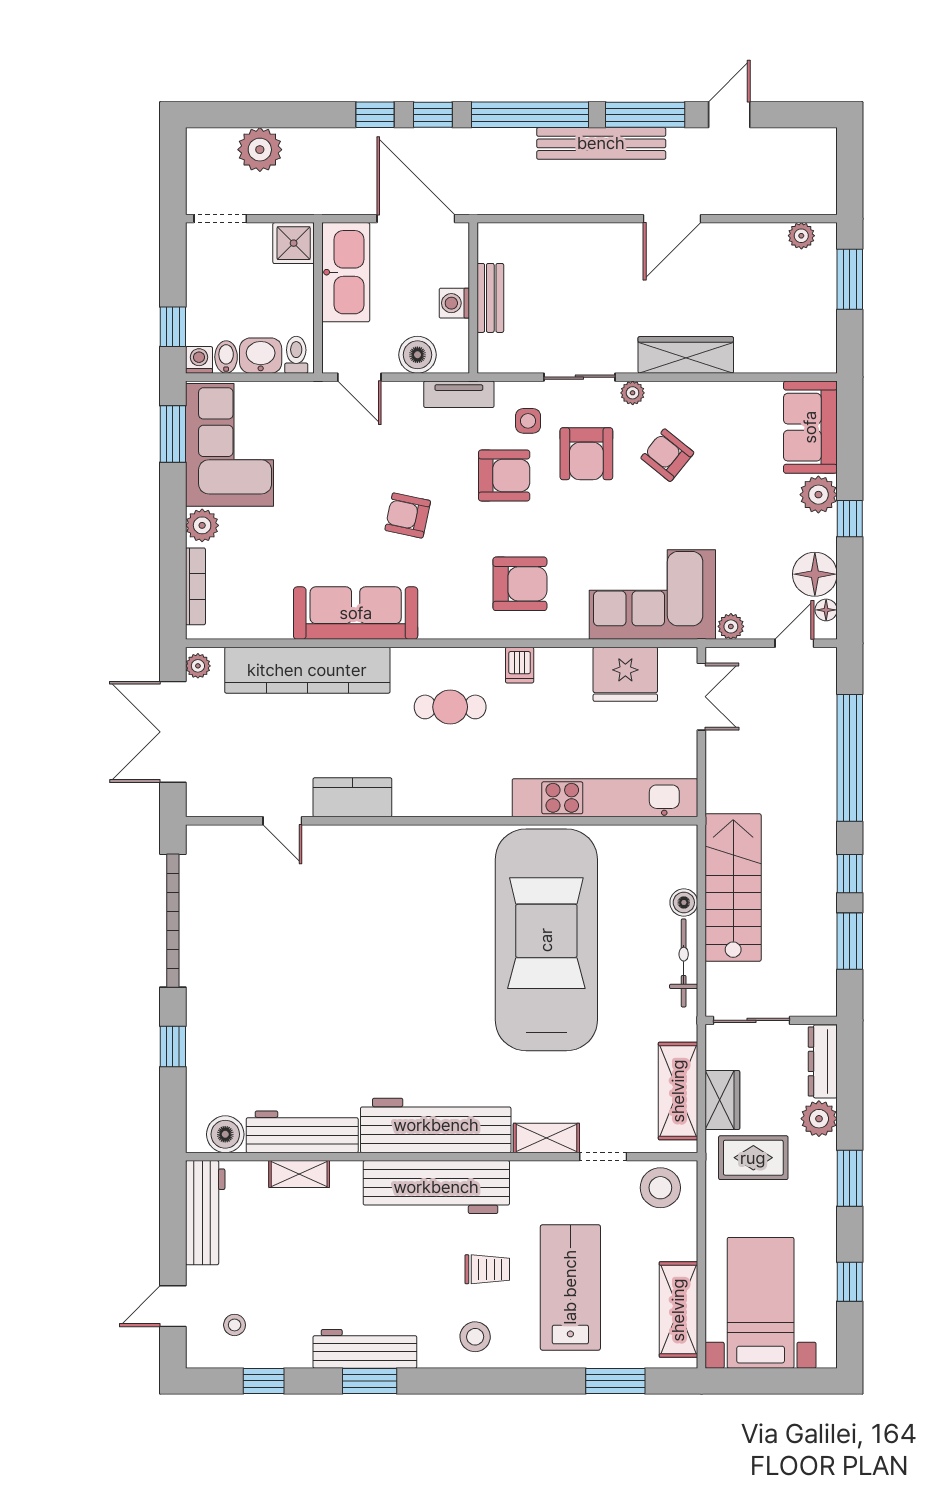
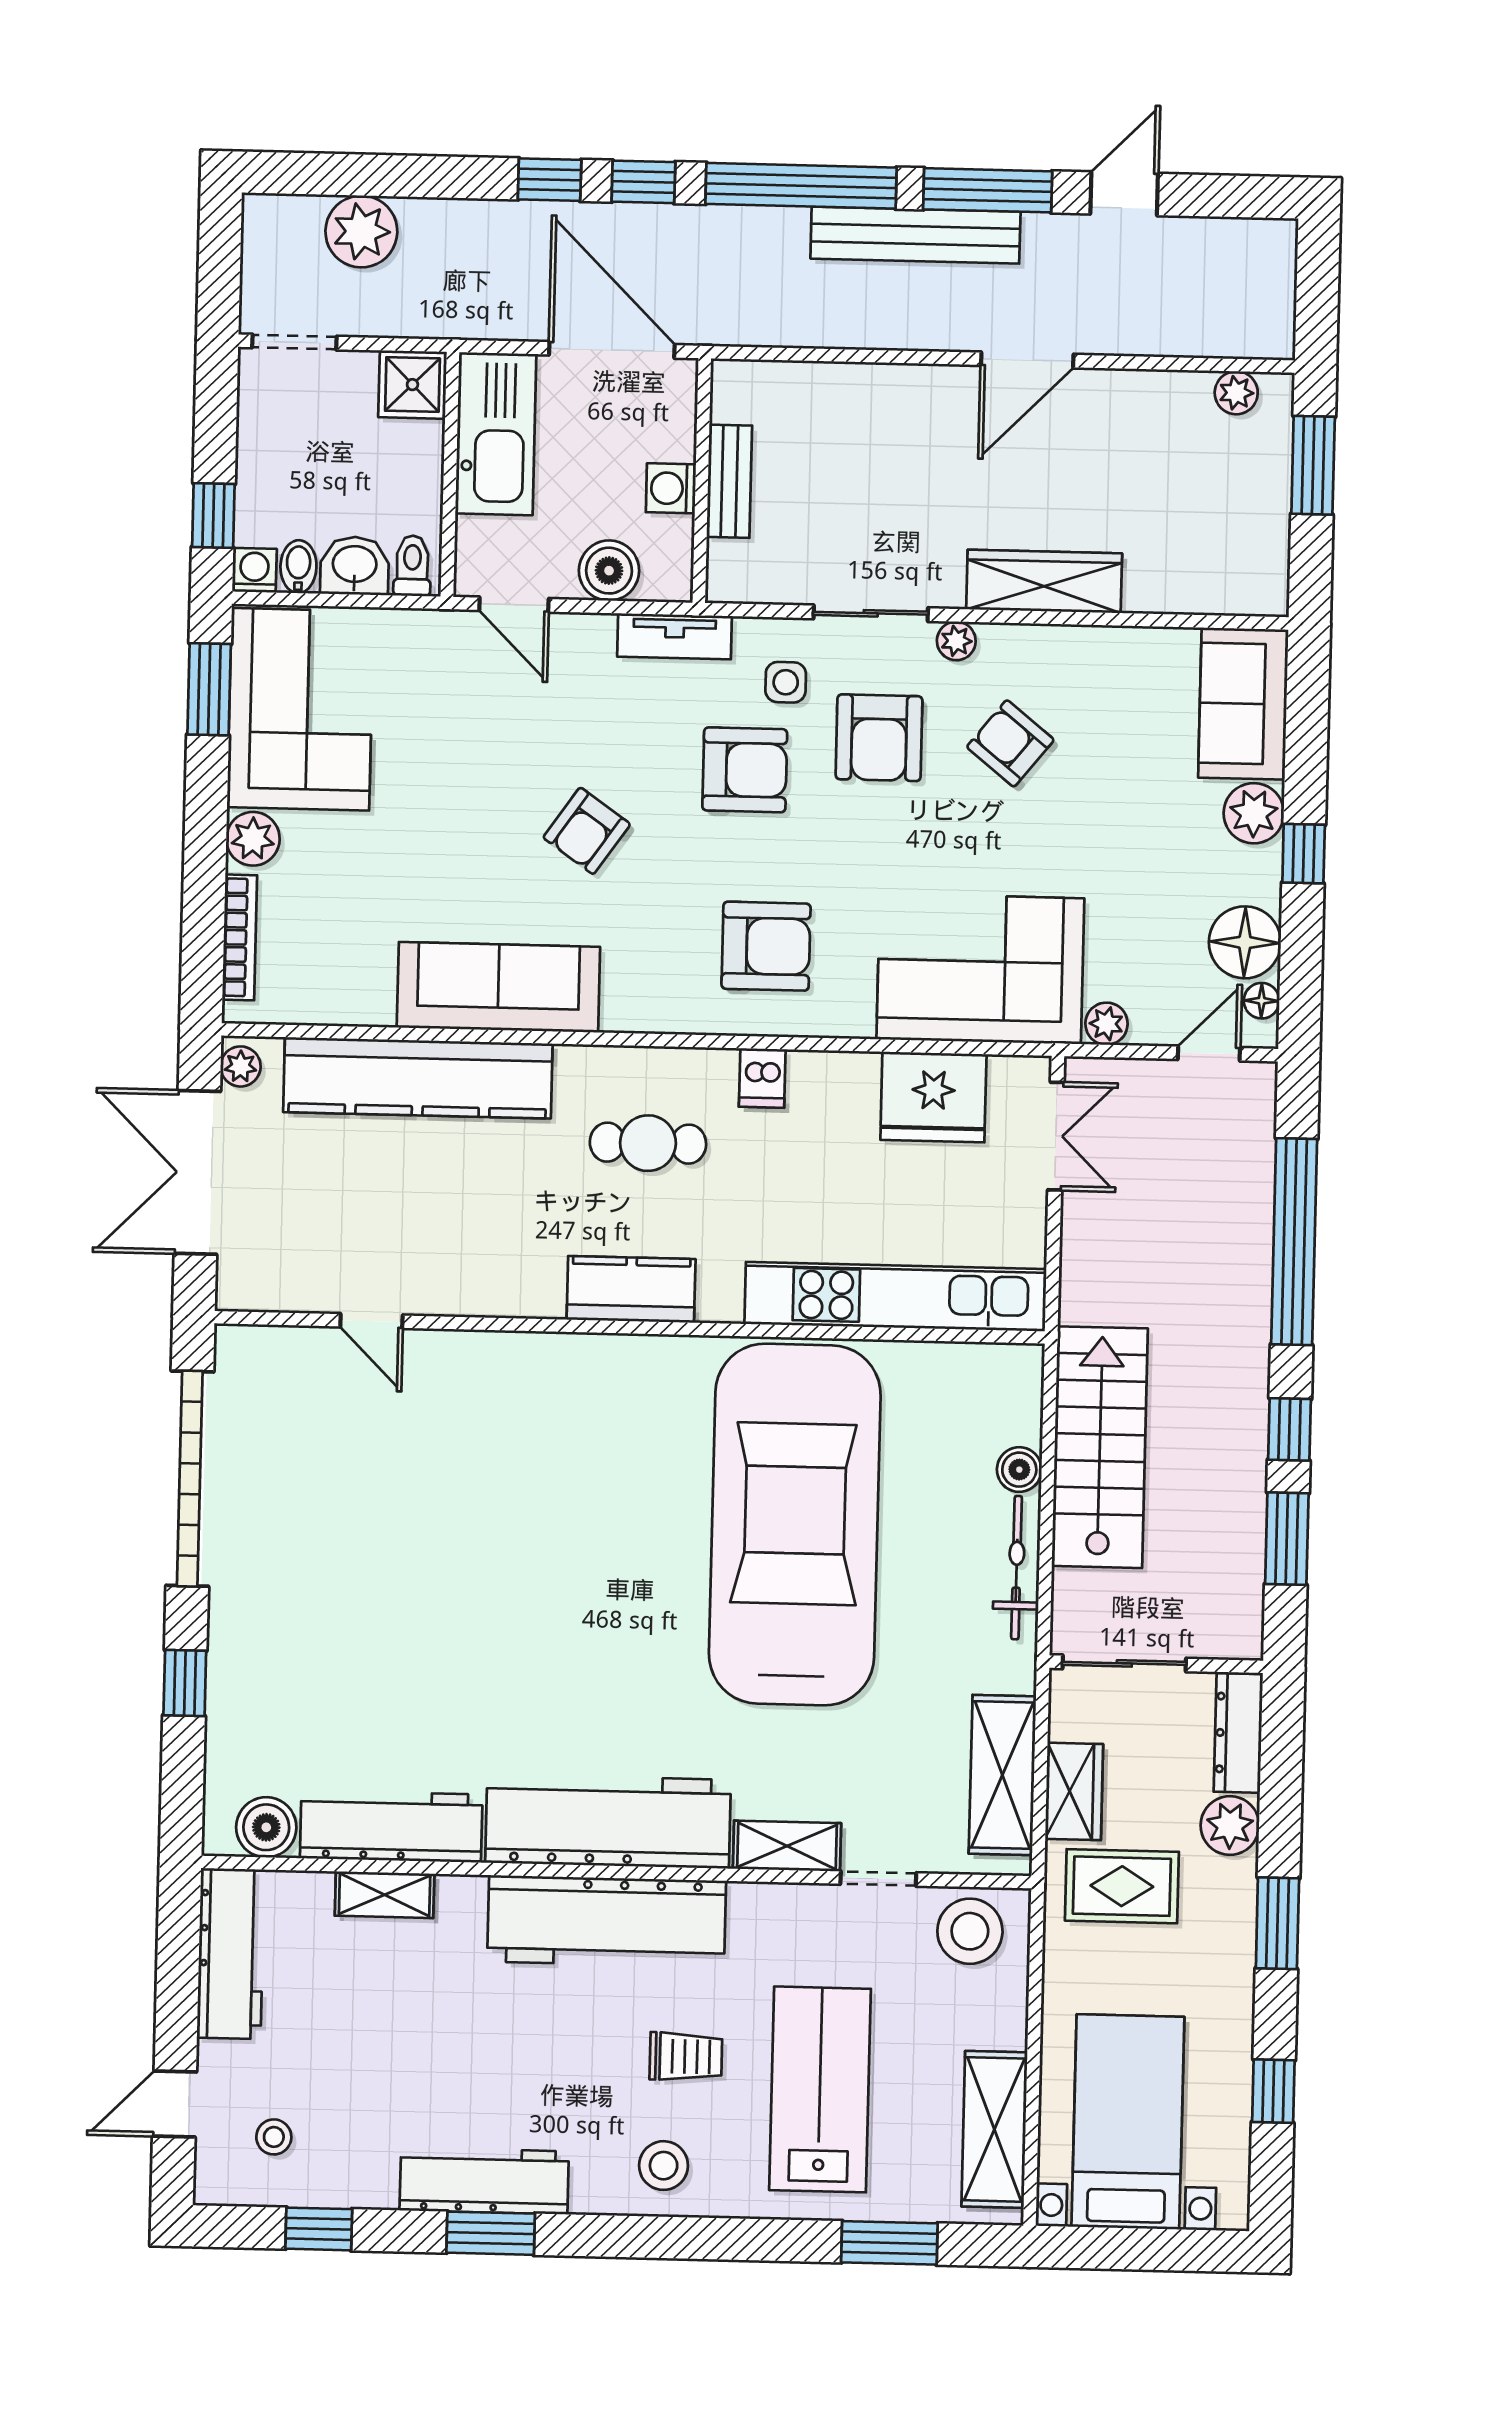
armchair: (408, 515) -> (587, 831), turned -67
kitchen counter: (352, 797) -> (631, 1289), moved

